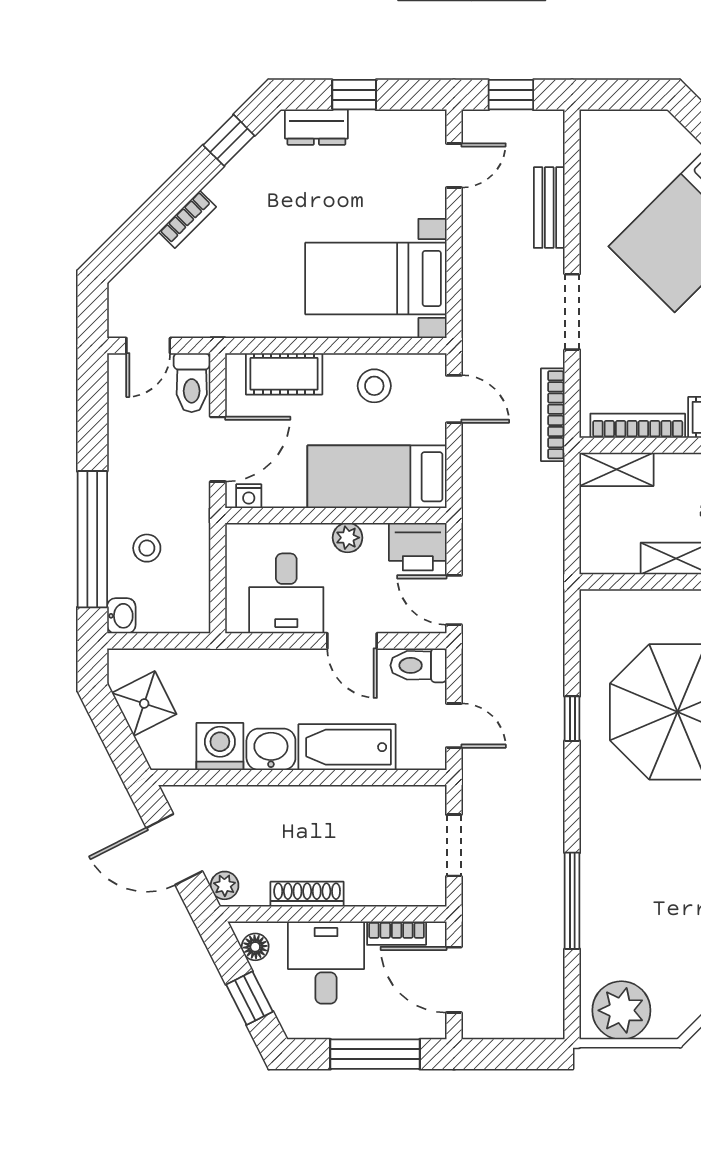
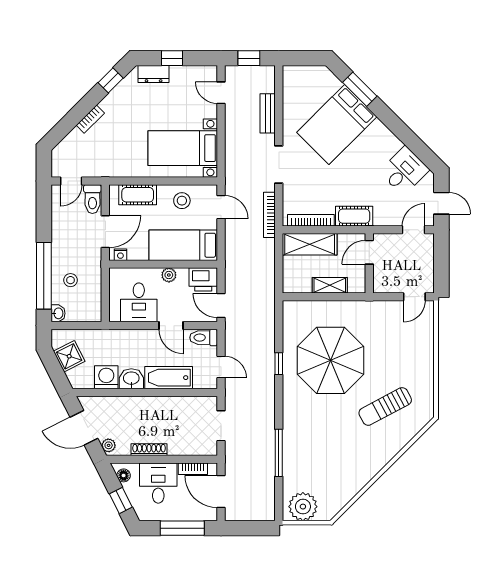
door: (454, 165) -> (221, 93), swing flipped
shelving: (617, 469) -> (310, 244), width x1.50, depth x1.33

